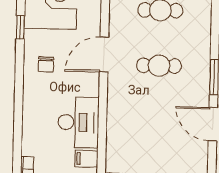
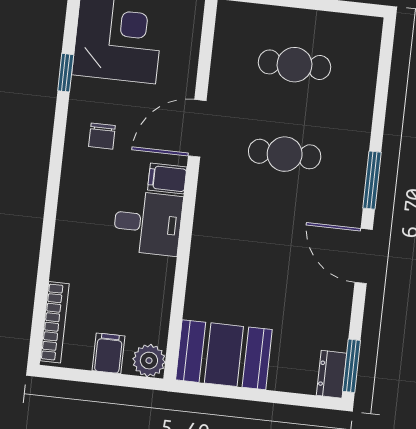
desk: (78, 122) -> (148, 223), width x0.73
filing cabinet: (86, 159) -> (167, 179), moved

